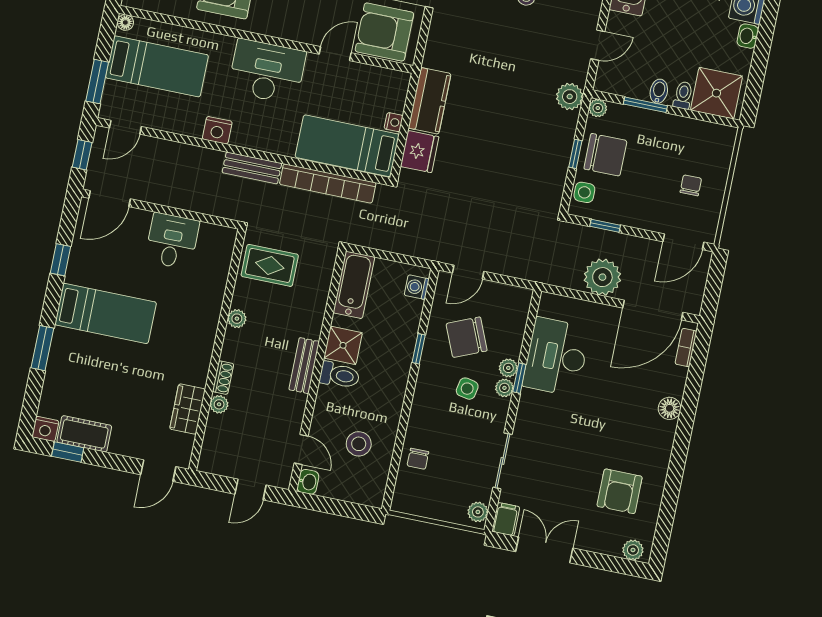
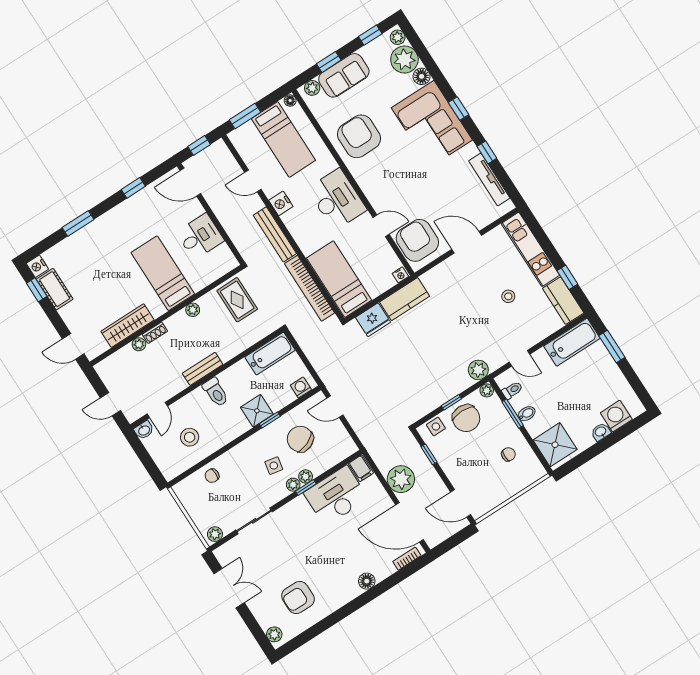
toilet: (683, 95) -> (512, 390), moved
nightstand: (394, 122) -> (400, 275), moved
door: (125, 127) -> (253, 181), moved
bench: (252, 168) -> (275, 234), width x1.36
chair: (691, 185) -> (508, 454), moved
bed: (106, 313) -> (163, 273), moved, turned 180
shower: (343, 345) -> (257, 411), moved
wardrobe: (188, 409) -> (128, 326), width x1.50
filing cabinet: (506, 519) -> (361, 468), moved, turned 90

